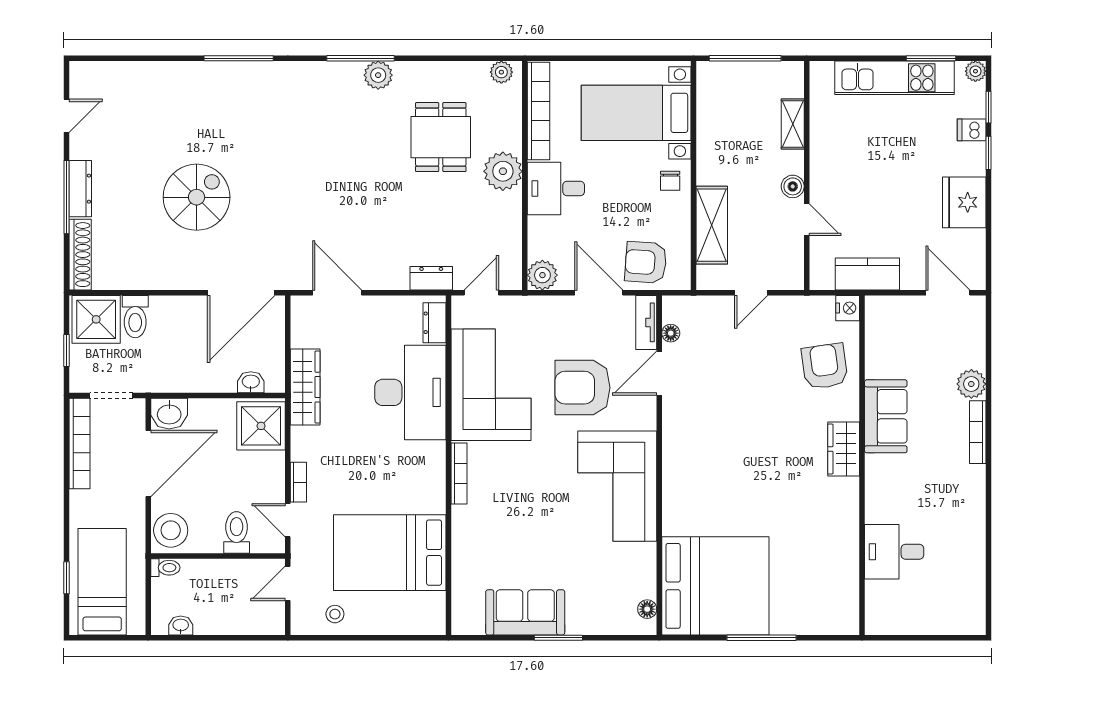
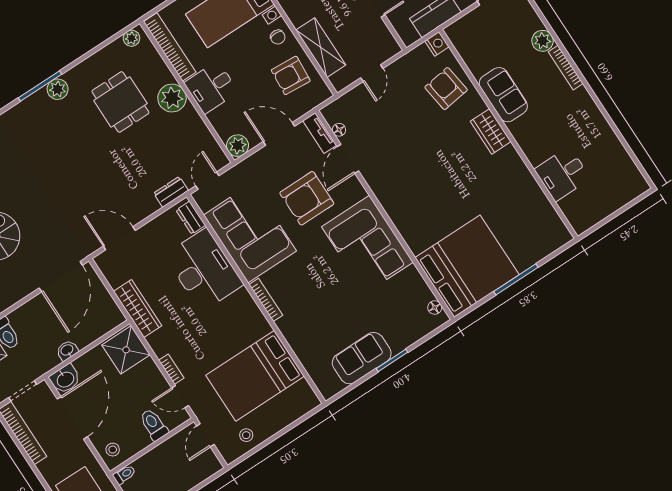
armchair: (646, 262) -> (291, 75), moved
washbasin: (251, 382) -> (67, 350), moved
stool: (171, 530) -> (113, 450), width x0.53, depth x0.53

